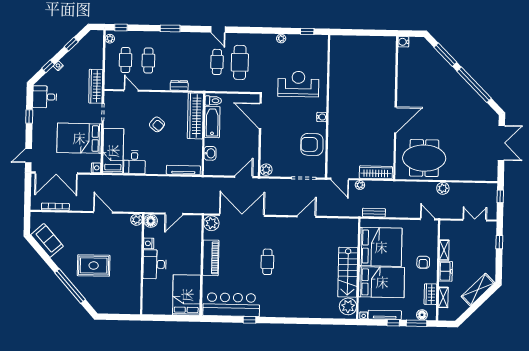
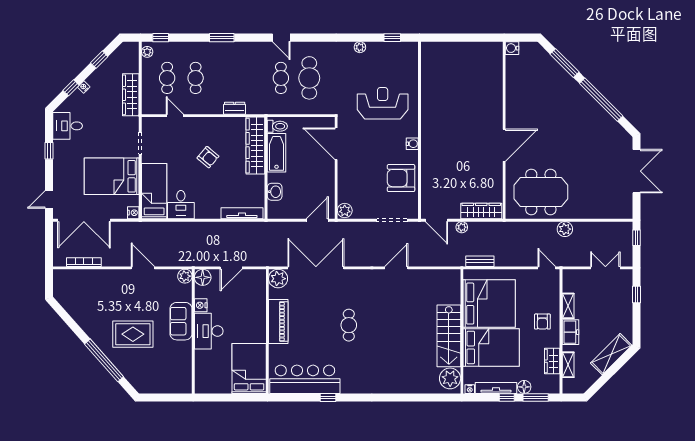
wardrobe: (96, 86) -> (131, 95), moved
sofa: (47, 240) -> (181, 321), moved, turned -138
floor lamp: (422, 315) -> (524, 387), moved

